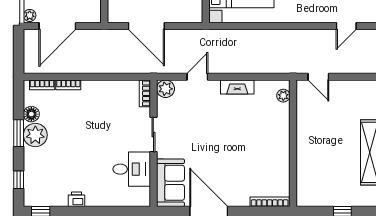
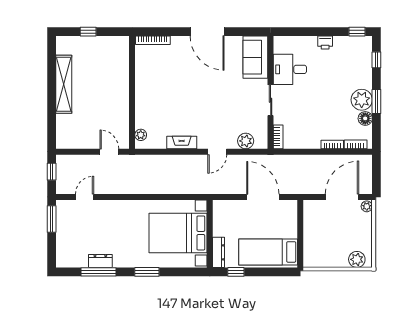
bookcase: (145, 93) -> (278, 137), moved
sliding door: (153, 134) -> (271, 100), moved
wall: (153, 143) -> (271, 92), moved
desk: (132, 169) -> (290, 69), moved
sofa: (170, 183) -> (255, 57), moved

